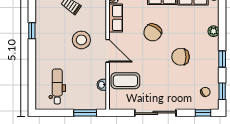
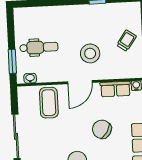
washbasin: (102, 85) -> (30, 78), moved
dental chair: (57, 86) -> (39, 47), moved

